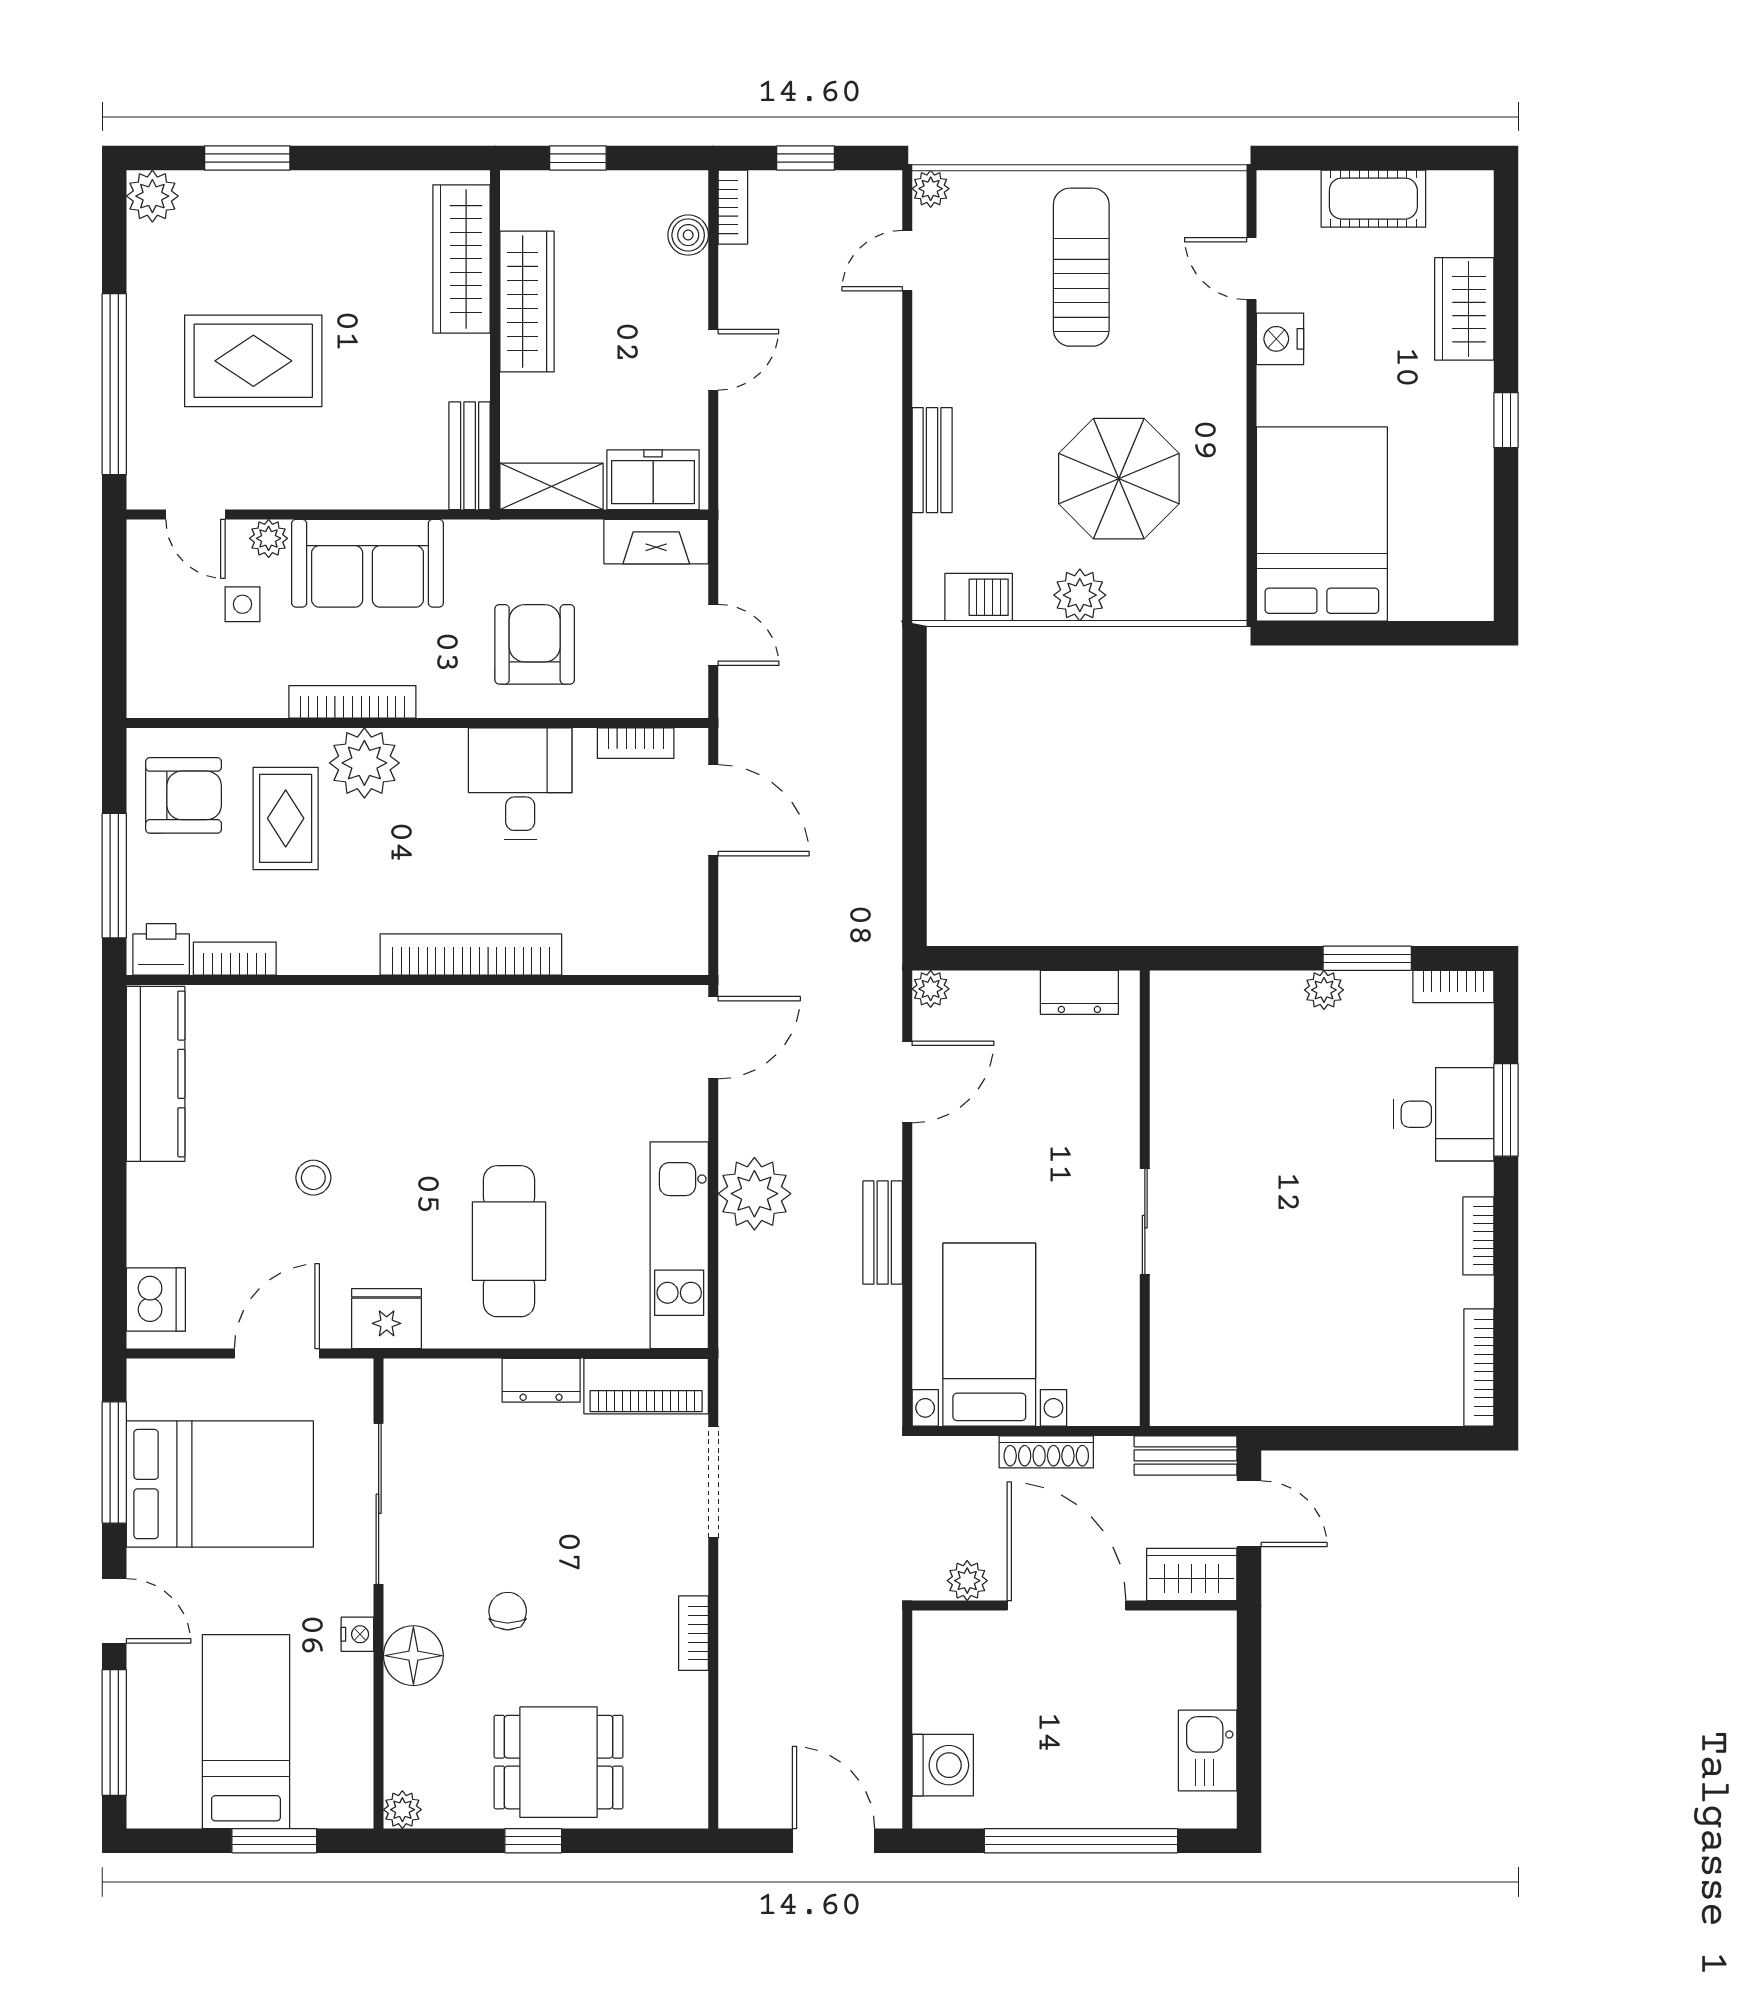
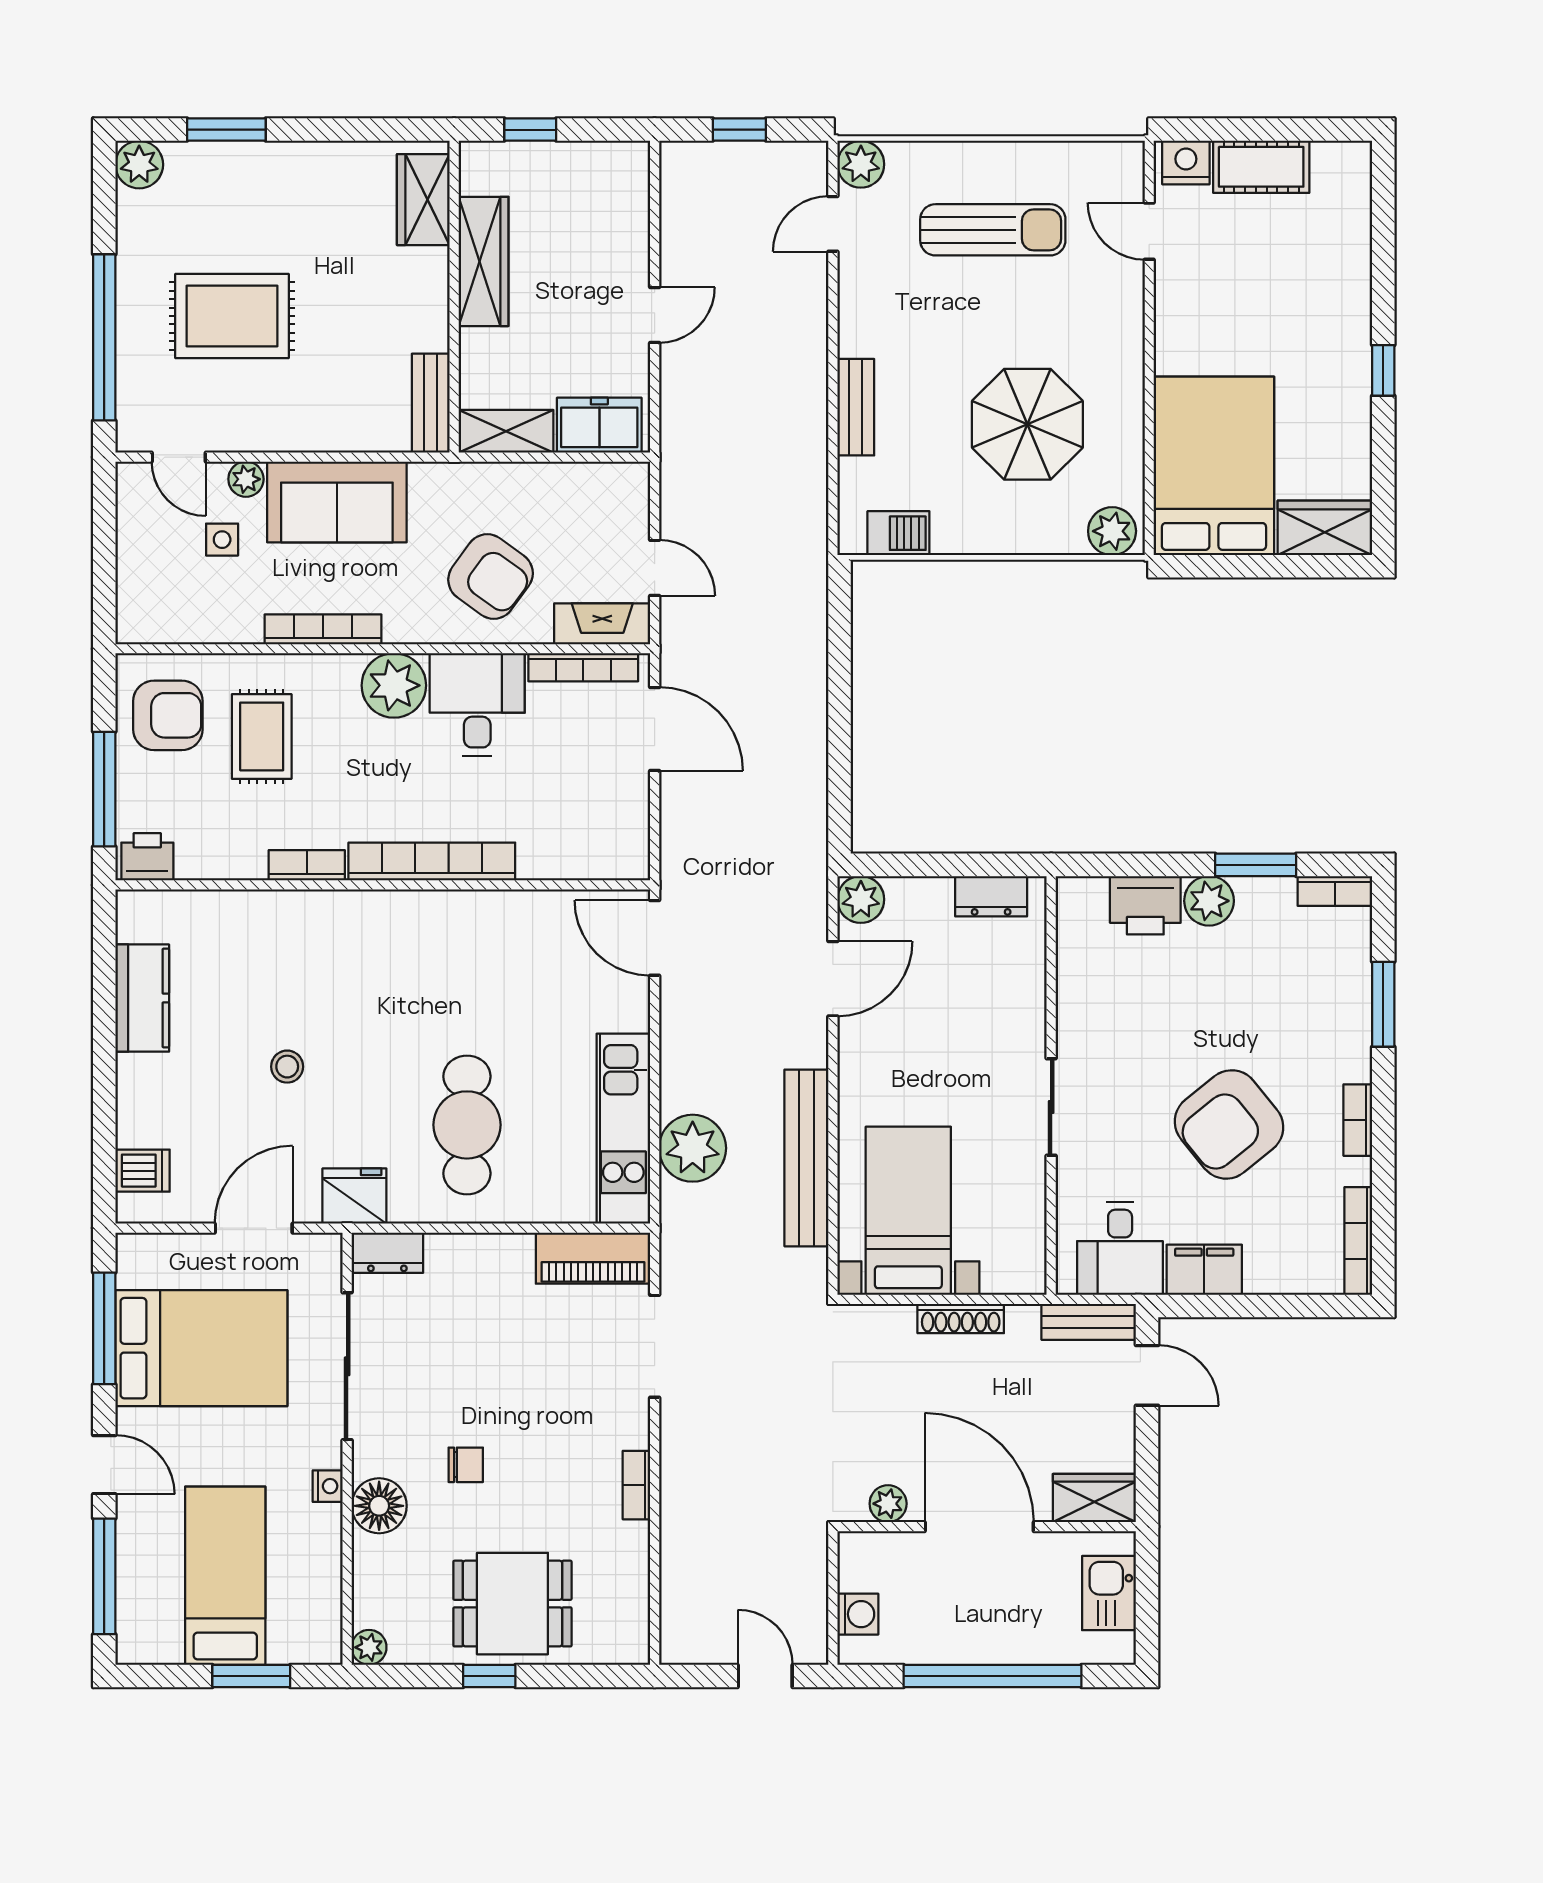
plant: (931, 189) -> (861, 164), width x1.38, depth x1.38
bookcase: (733, 207) -> (673, 175), removed
boiler: (688, 235) -> (632, 200), removed
wardrobe: (461, 259) -> (423, 200), width x0.67
sun lounger: (1081, 267) -> (993, 230), turned 90
wardrobe: (1464, 309) -> (1325, 528), moved, turned 90
nightstand: (1280, 339) -> (1186, 162), moved, turned 90
fireplace: (656, 542) -> (602, 624), moved, turned 180
plant: (1080, 595) -> (1112, 531), moved
armchair: (535, 644) -> (491, 576), turned 126
bookcase: (636, 743) -> (583, 667), width x1.56
plant: (364, 763) -> (394, 685), moved
bookcase: (235, 959) -> (307, 865), moved
plant: (931, 989) -> (861, 899), width x1.38, depth x1.38
plant: (1324, 990) -> (1209, 901), width x1.38, depth x1.38
printer: (1247, 1002) -> (1145, 905), added
door: (713, 1038) -> (655, 938), swing flipped
kitchen counter: (156, 1074) -> (142, 998), width x0.67
desk: (1444, 1114) -> (1120, 1249), moved, turned 90
plant: (754, 1194) -> (693, 1148), moved
bench: (883, 1233) -> (806, 1158), width x1.86, depth x1.21
armchair: (1338, 1241) -> (1229, 1124), added
dishwasher: (156, 1300) -> (143, 1171), width x0.73
dresser: (541, 1380) -> (387, 1253), moved
filing cabinet: (1311, 1399) -> (1204, 1270), added
wardrobe: (1192, 1575) -> (1094, 1498), moved
plant: (967, 1581) -> (888, 1504), moved
door: (1066, 1606) -> (979, 1527), moved
wall: (1074, 1606) -> (987, 1527), moved
chair: (508, 1611) -> (466, 1465), turned 90
washing machine: (943, 1765) -> (858, 1614), width x0.73, depth x0.73
door: (833, 1841) -> (765, 1676), width x0.73

